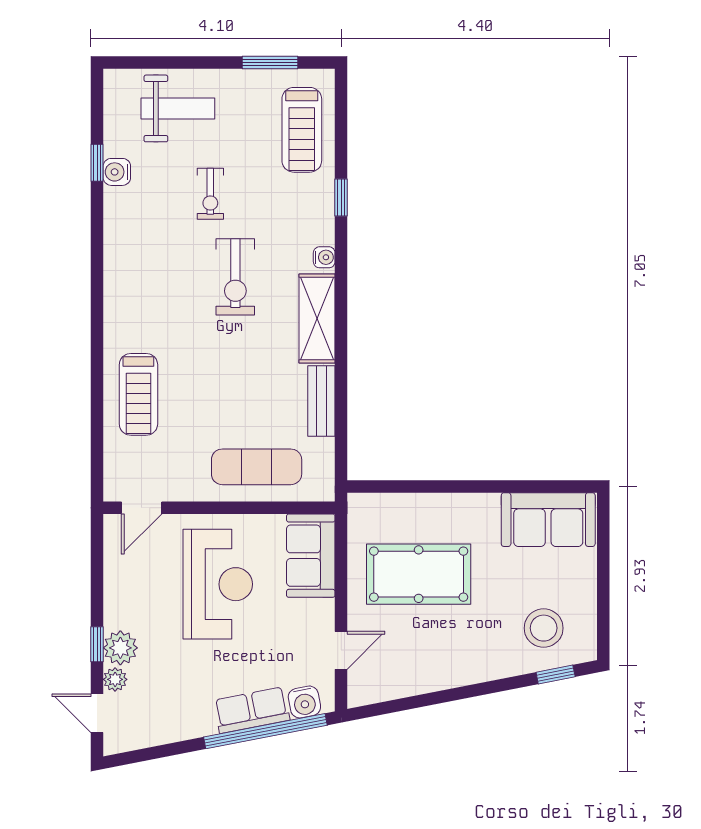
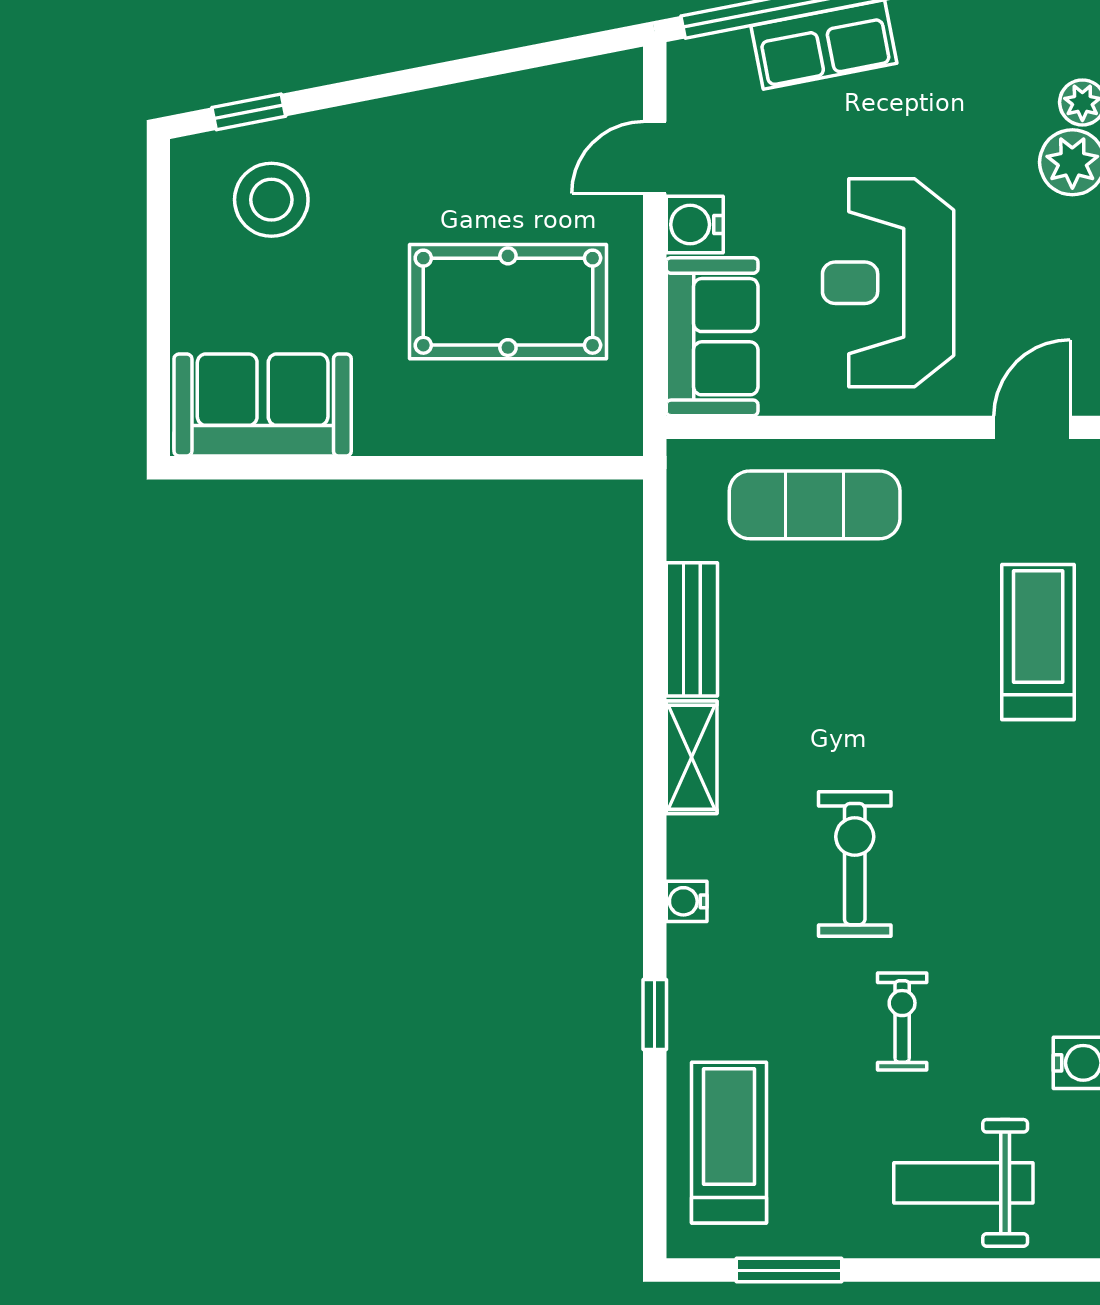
shelving: (317, 319) -> (692, 757), width x0.67, depth x0.75
water cooler: (304, 702) -> (695, 225), moved, turned -79

